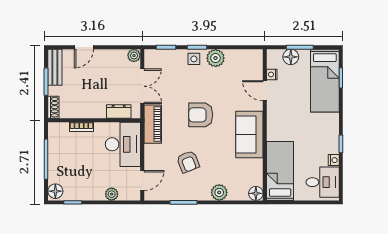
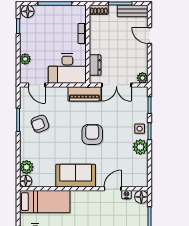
floor lamp: (291, 57) -> (141, 197), moved
armchair: (188, 162) -> (40, 124), moved
plant: (219, 192) -> (27, 167), moved

